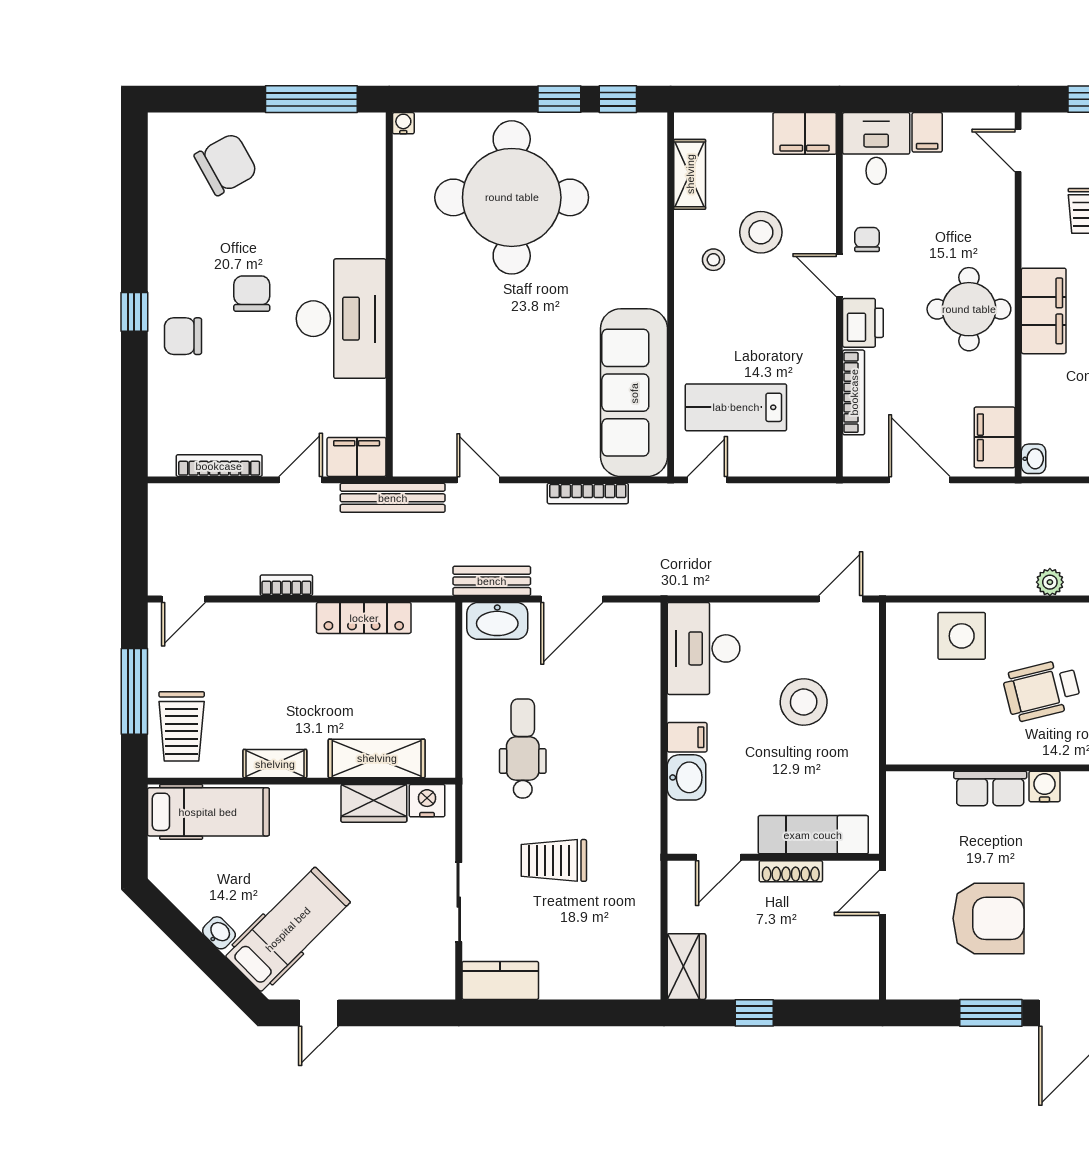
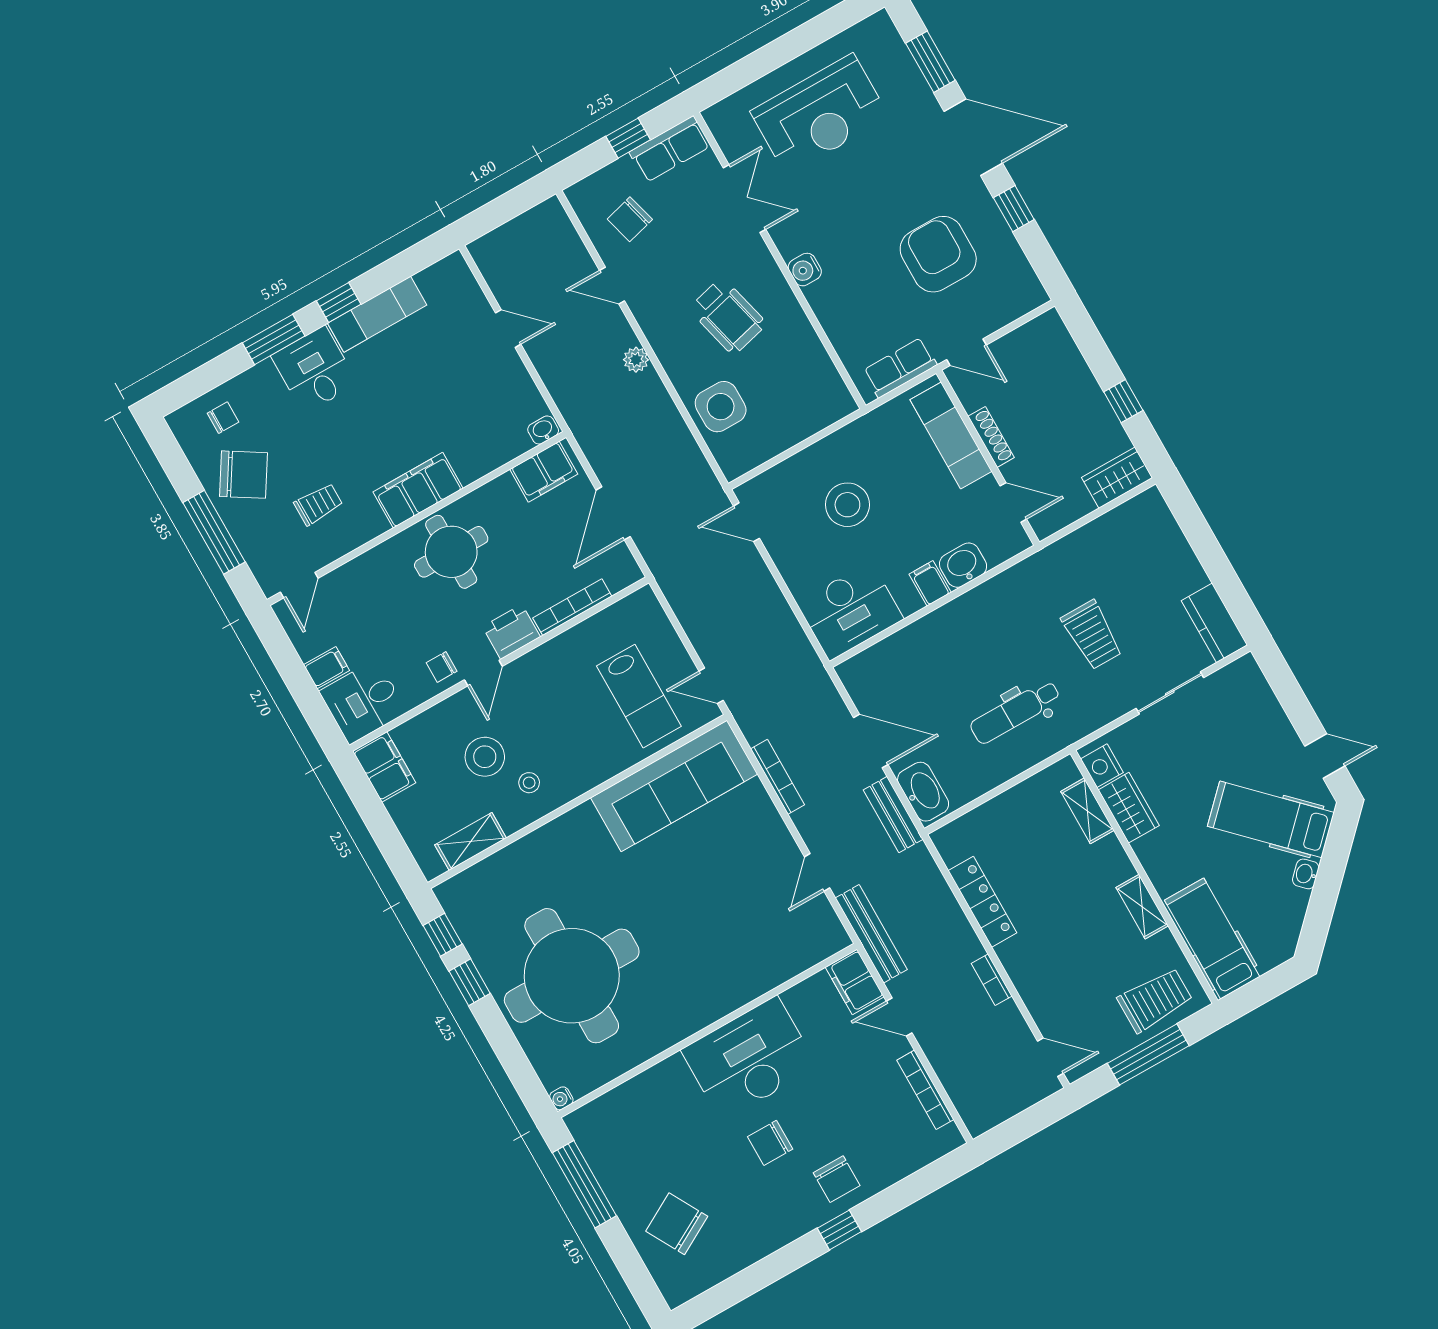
shelving: (377, 758) -> (1087, 811), width x0.67, depth x0.75
row of seats: (990, 789) -> (900, 368), moved, turned -90
window: (991, 1013) -> (1014, 209), width x0.67

